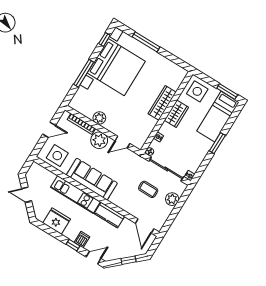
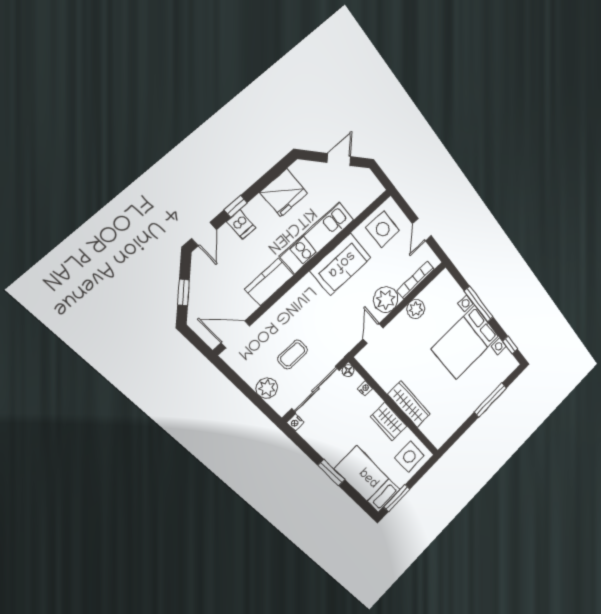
bed with nightstands: (116, 67) -> (465, 342), width x0.73
sofa: (92, 179) -> (341, 264), width x0.73

